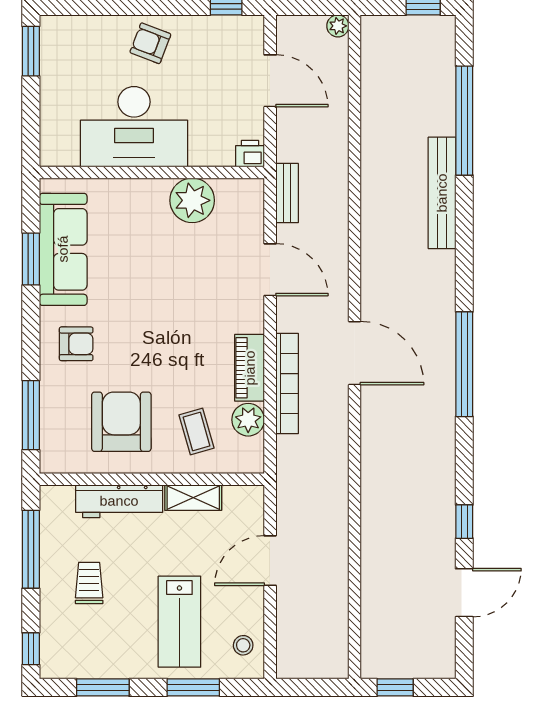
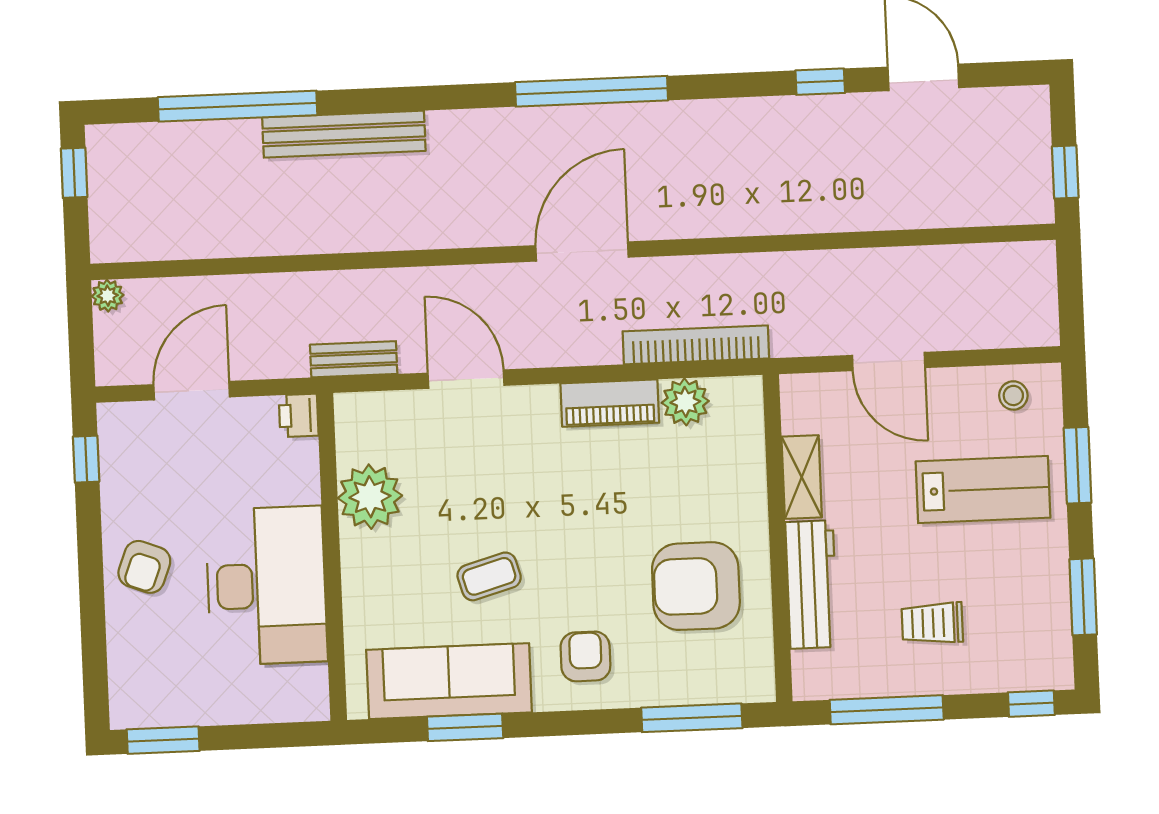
door: (270, 270) -> (466, 379), hinge flipped
bookcase: (287, 384) -> (696, 345), moved
coffee table: (196, 432) -> (489, 576), moved

